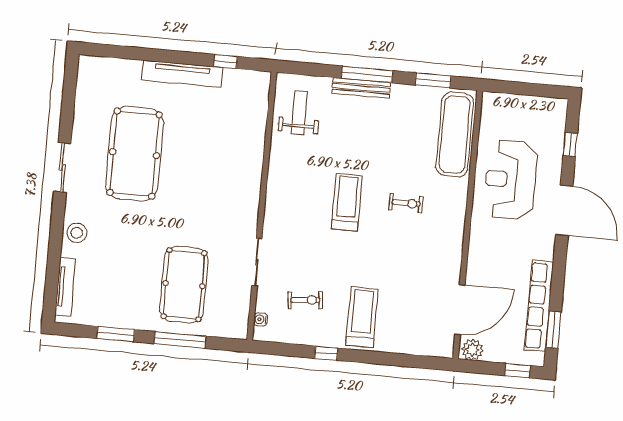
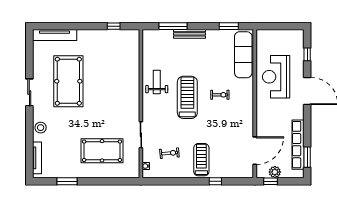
tv unit: (182, 74) -> (55, 35), moved
window: (367, 74) -> (173, 26), moved
weight bench: (299, 113) -> (157, 82), moved
treadmill: (347, 202) -> (187, 97), width x1.37, depth x1.38
pool table: (184, 285) -> (102, 151), turned 90
window: (180, 340) -> (103, 181), removed
plant: (472, 350) -> (275, 172), moved
window: (326, 353) -> (215, 181), moved
window: (517, 371) -> (270, 181), moved

